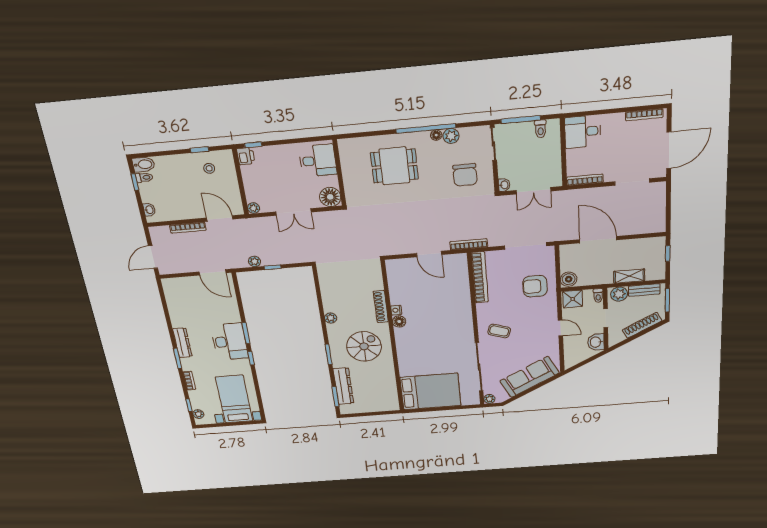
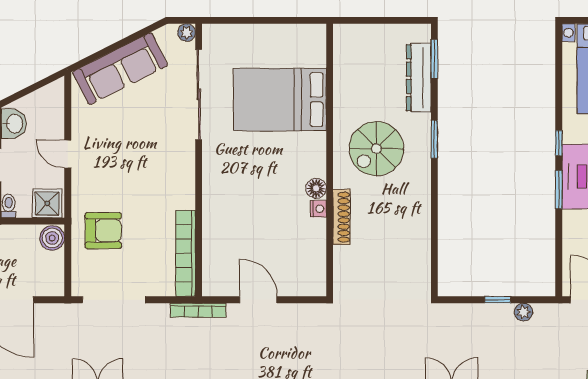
plant: (331, 318) -> (422, 204), removed
coffee table: (499, 331) -> (163, 157), removed
bed: (431, 392) -> (280, 100), moved

